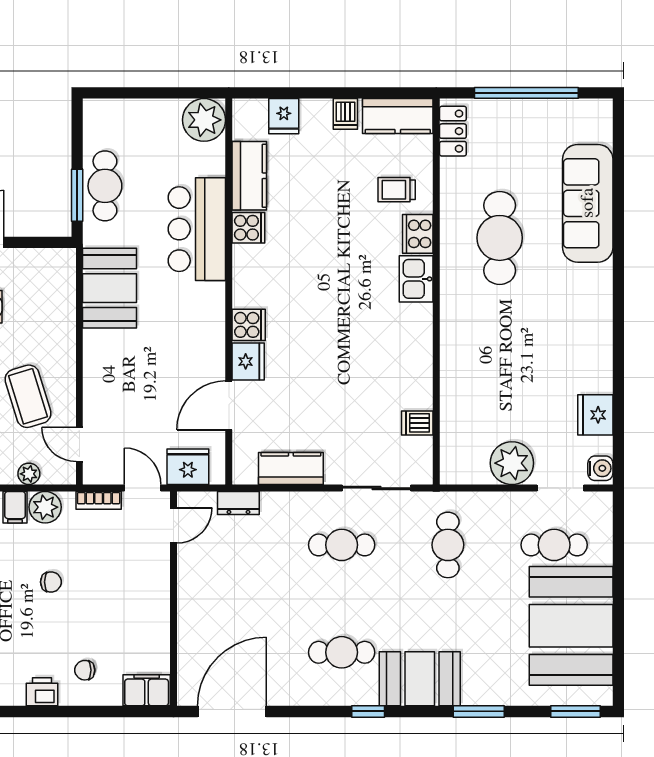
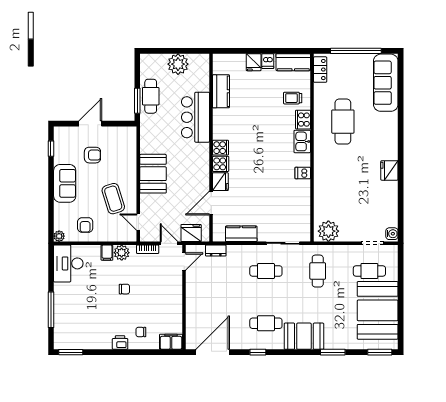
fridge: (284, 116) -> (254, 62), moved
plant: (204, 120) -> (178, 64), moved
sofa: (588, 203) -> (386, 83), moved
cooker: (248, 228) -> (221, 148), moved
booth: (110, 288) -> (153, 174), moved
fridge: (595, 415) -> (389, 170), moved
dishwasher: (417, 423) -> (303, 173), moved
plant: (512, 463) -> (328, 231), moved
plant: (29, 474) -> (114, 236), removed
window: (368, 711) -> (258, 352), moved

